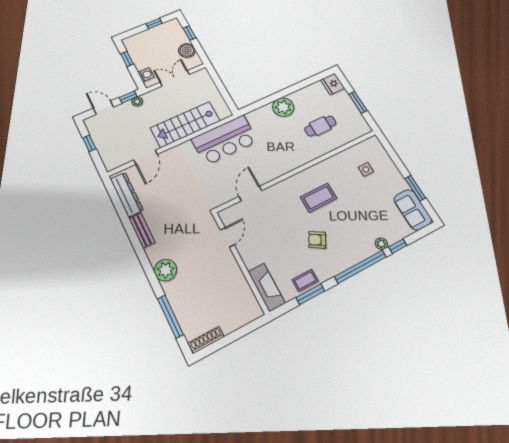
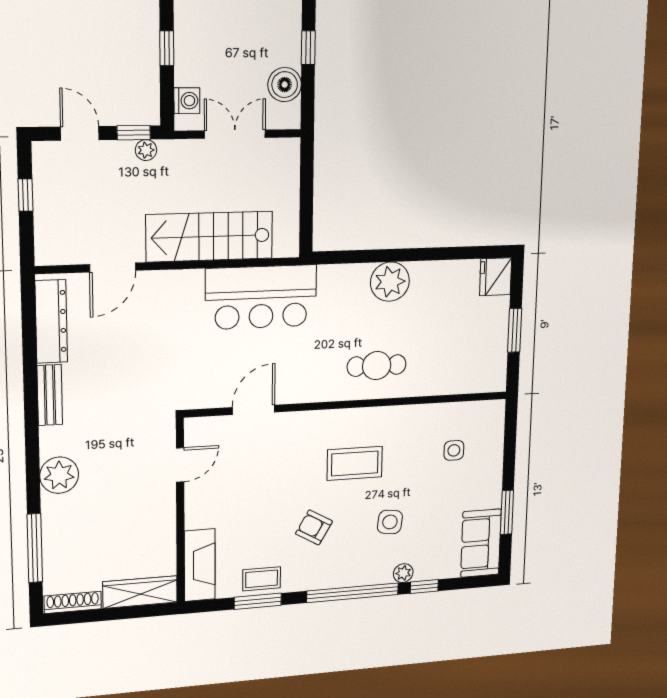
cafe table: (320, 126) -> (377, 366), moved
side table: (356, 220) -> (390, 522), added
wardrobe: (241, 317) -> (140, 592), added

